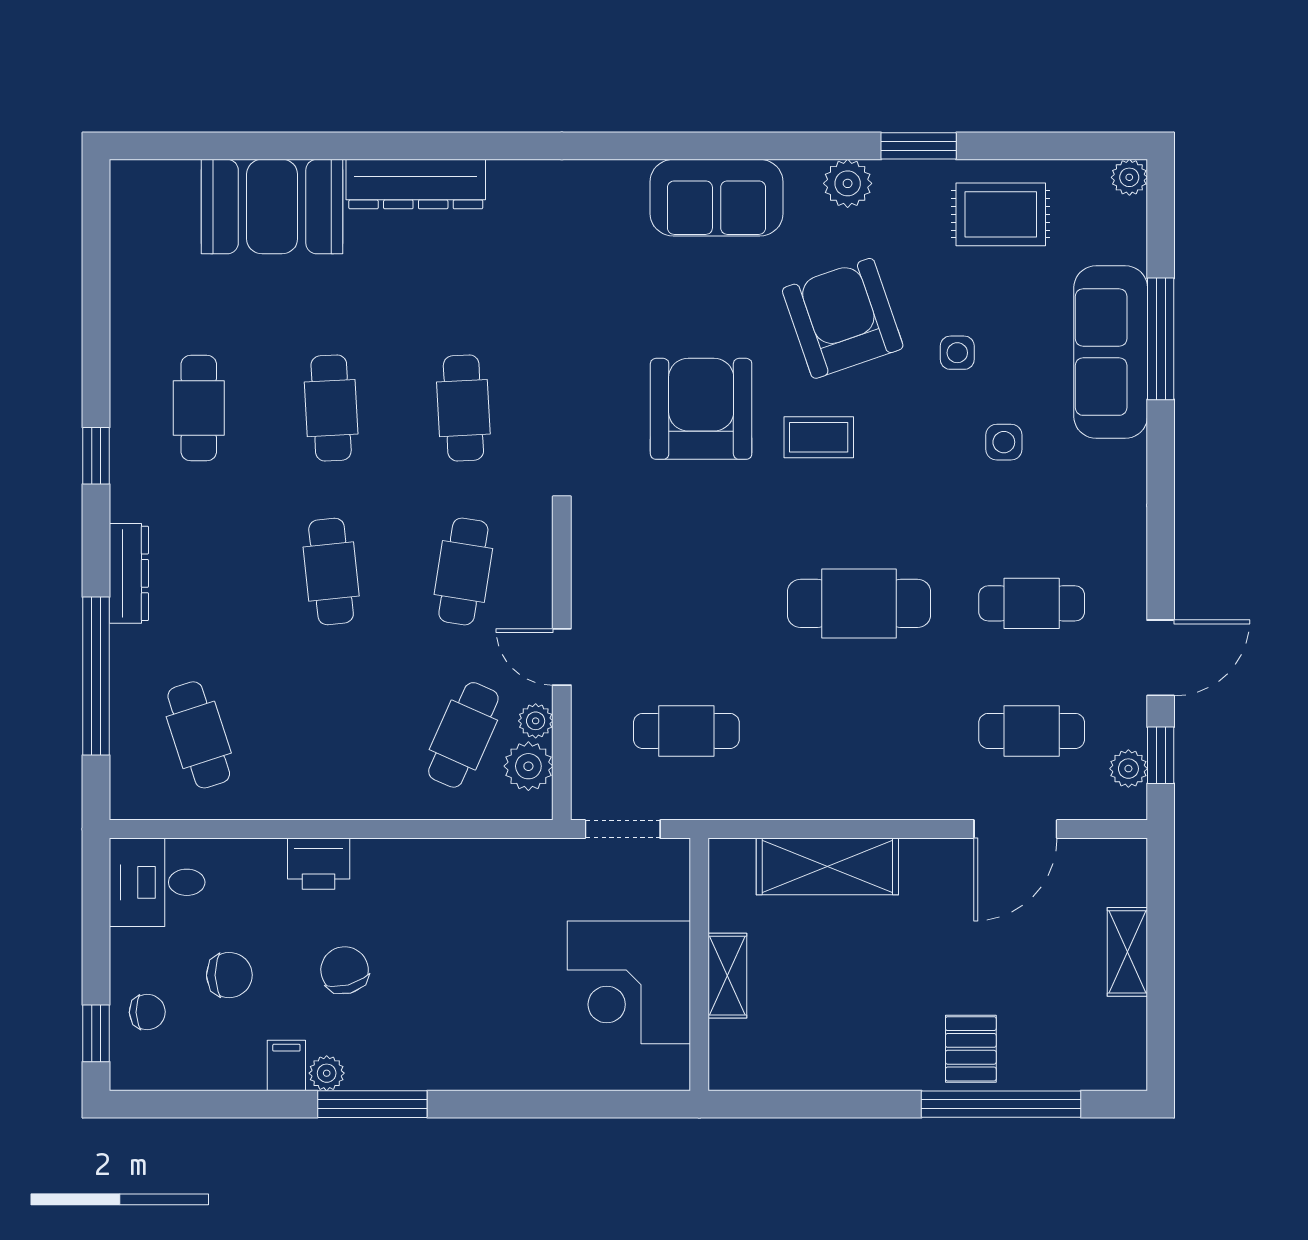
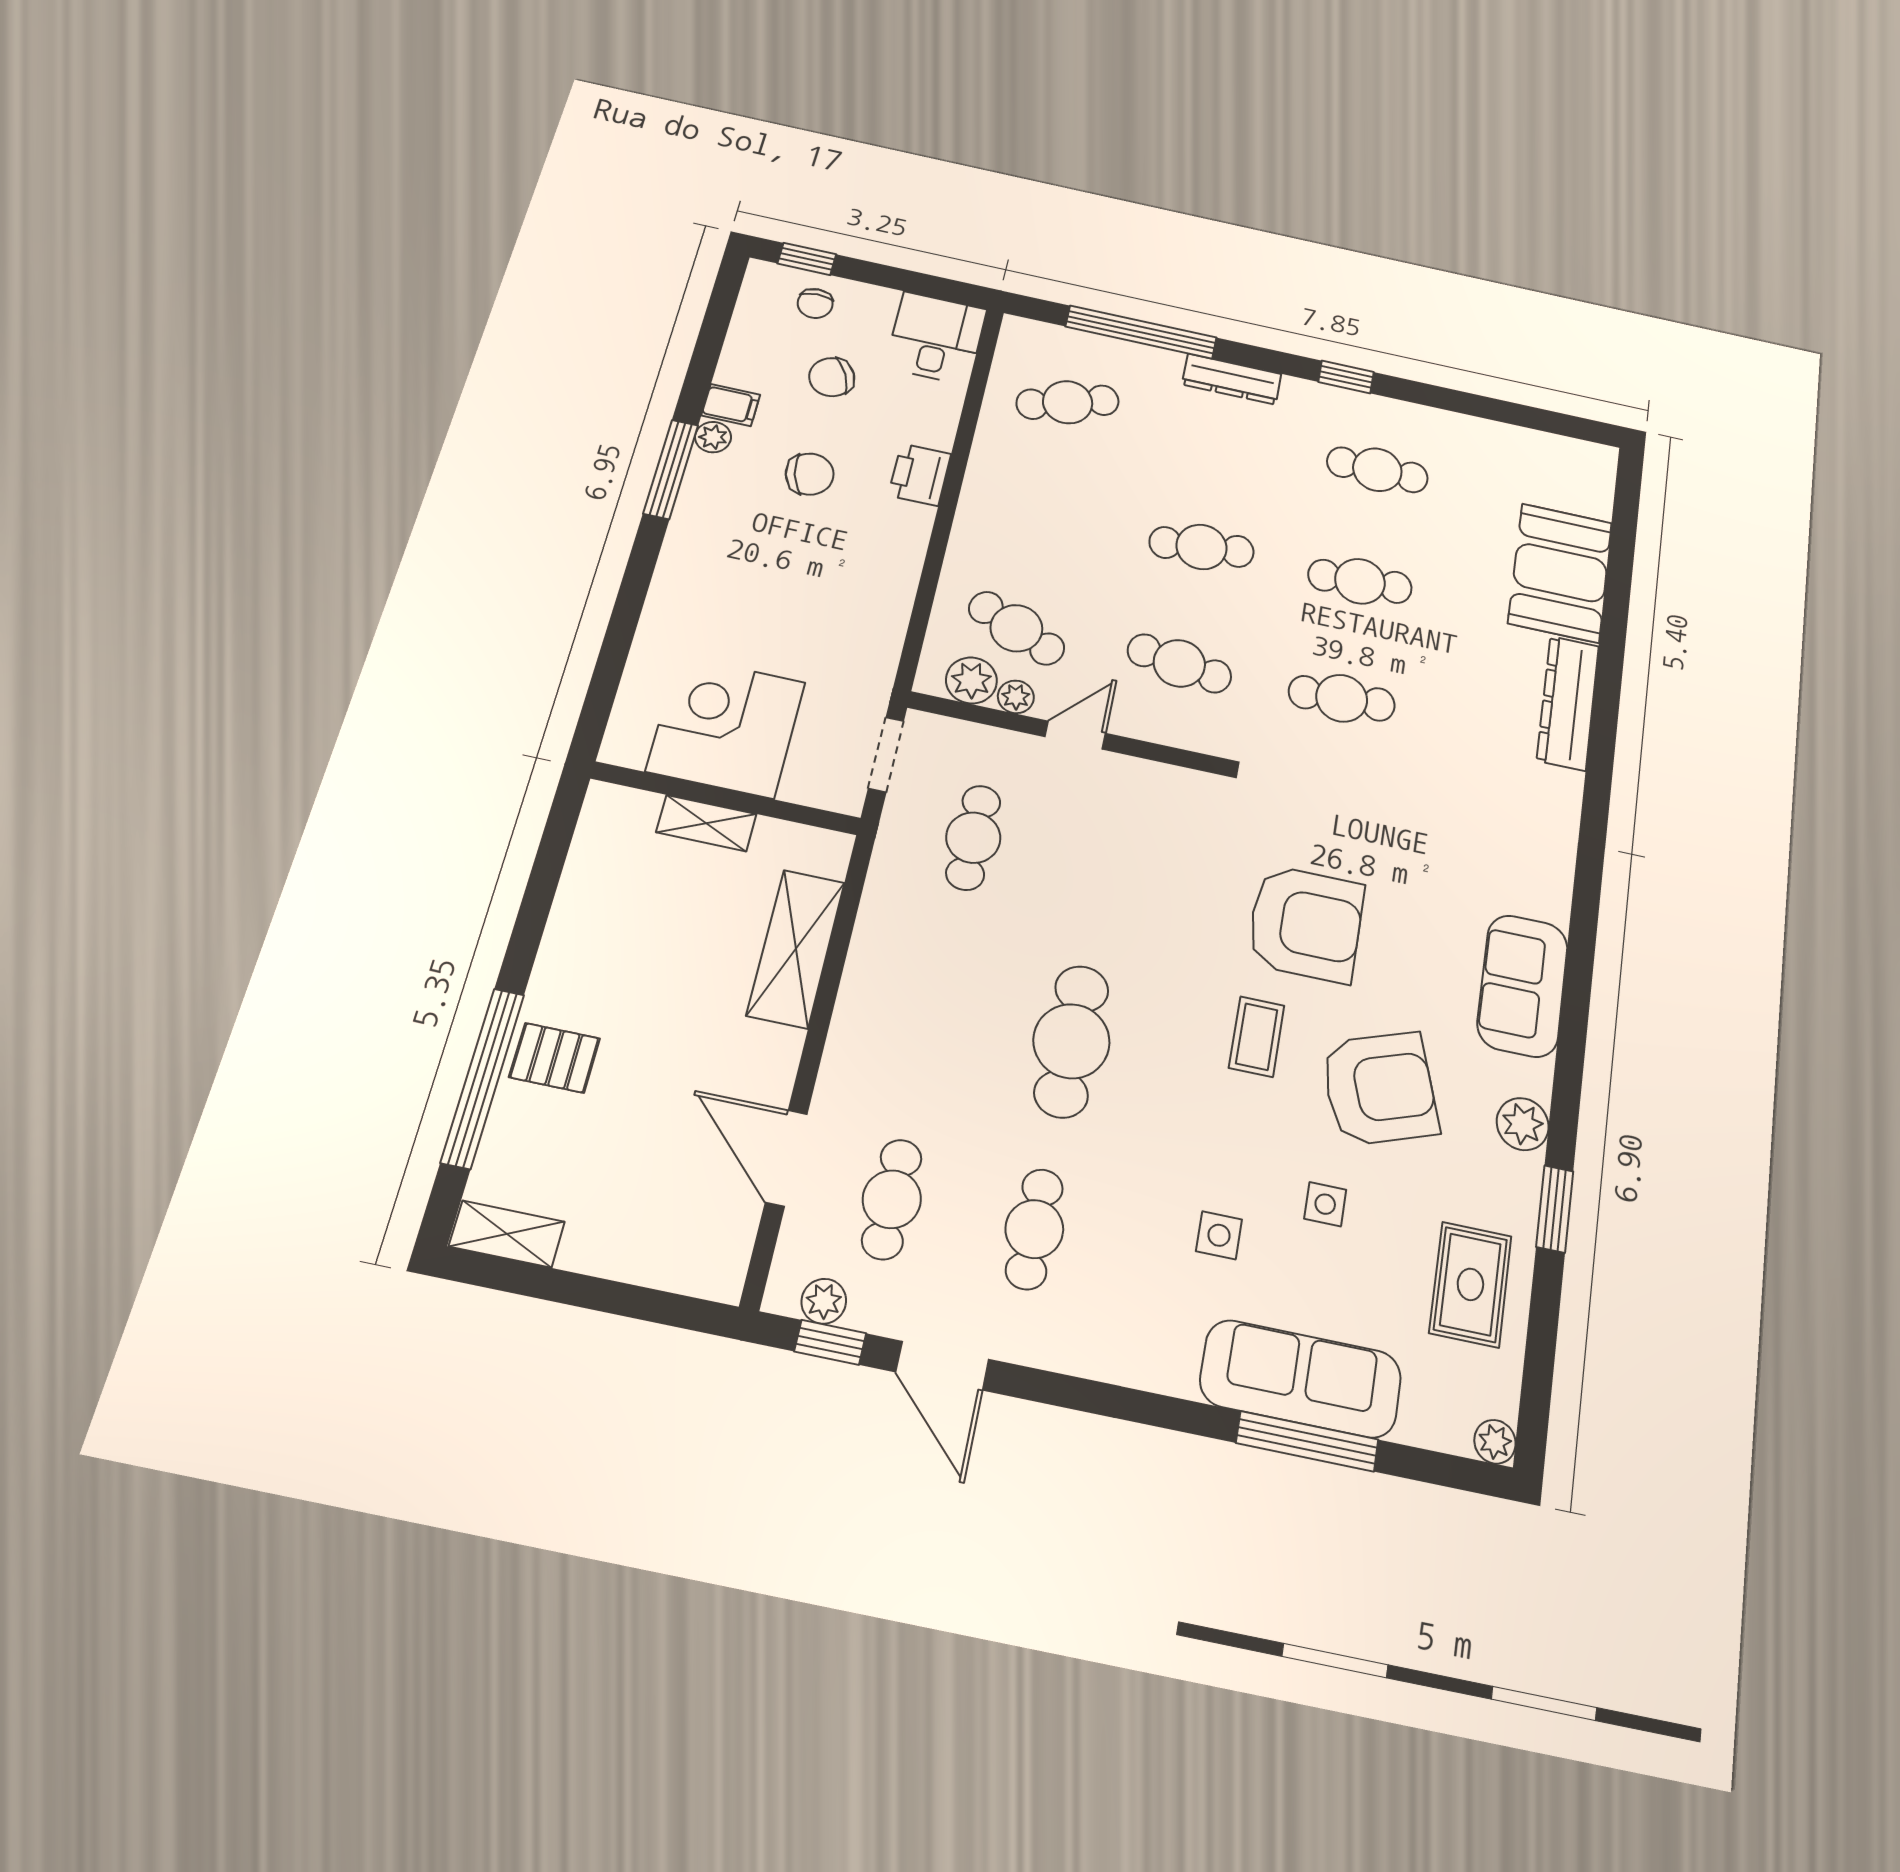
shelving: (1127, 952) -> (507, 1234), moved
chair: (229, 975) -> (832, 377), turned 65

